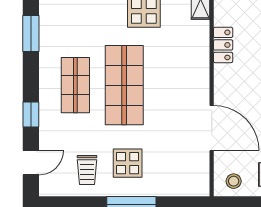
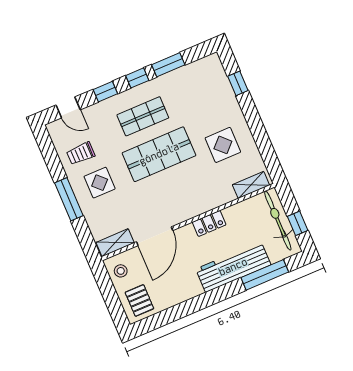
locker: (223, 45) -> (209, 223), moved
window: (31, 73) -> (137, 78), added
shelving: (200, 174) -> (115, 243), added

